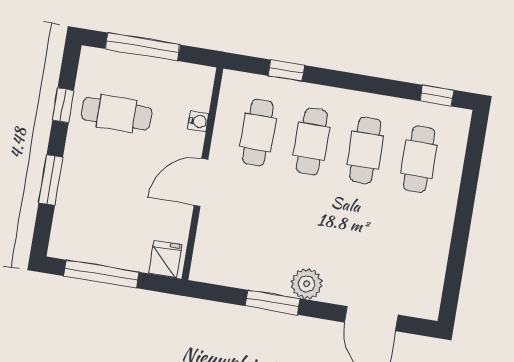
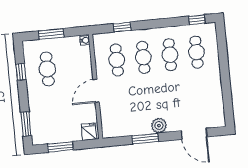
window: (143, 47) -> (51, 34), width x0.69
cafe table: (117, 114) -> (47, 69), turned 90
water cooler: (198, 121) -> (85, 40), moved
window: (51, 180) -> (26, 124), moved
window: (101, 274) -> (60, 147), width x0.69

